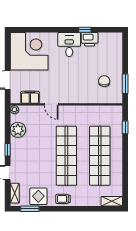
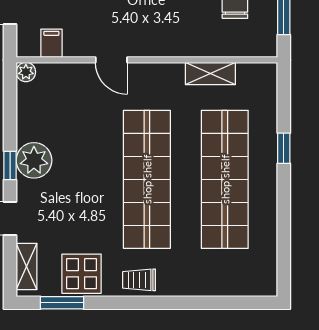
filing cabinet: (30, 97) -> (51, 43), width x0.50
window: (125, 127) -> (284, 148), moved
plant: (18, 130) -> (34, 160), moved
shelving: (112, 201) -> (210, 73), moved

